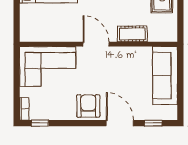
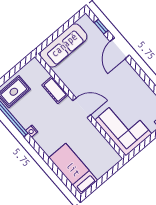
door: (96, 44) -> (82, 108), swing flipped
armchair: (88, 106) -> (126, 78), removed

